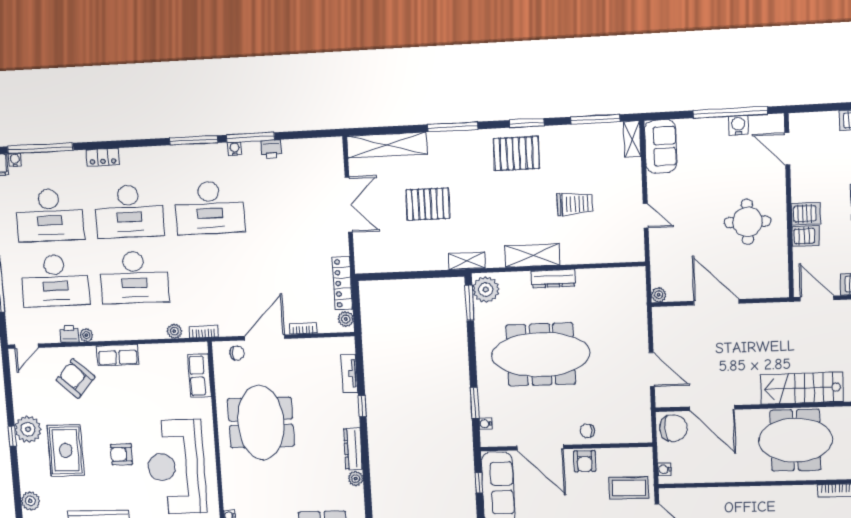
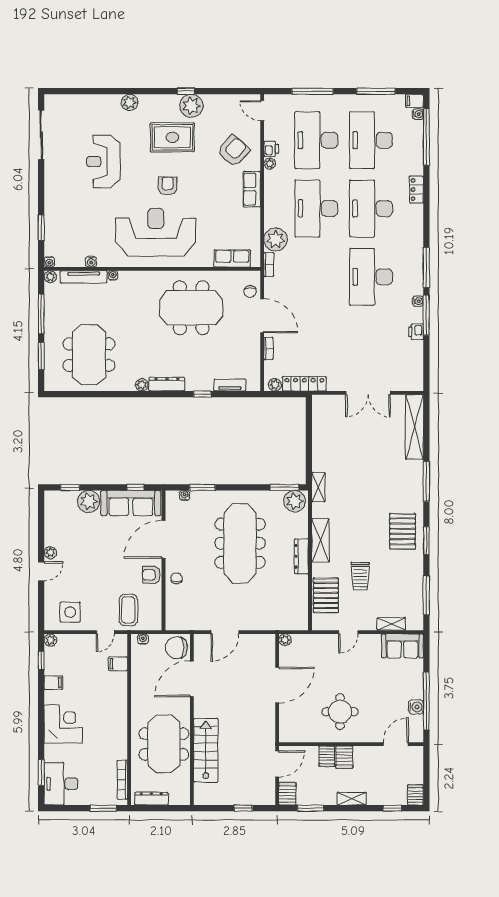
shelving: (632, 139) -> (391, 624), moved
pallet: (428, 204) -> (326, 595), moved
plant: (174, 331) -> (276, 239), width x1.87, depth x1.87
chair: (673, 428) -> (176, 648), turned 90
filing cabinet: (696, 499) -> (118, 664), added

